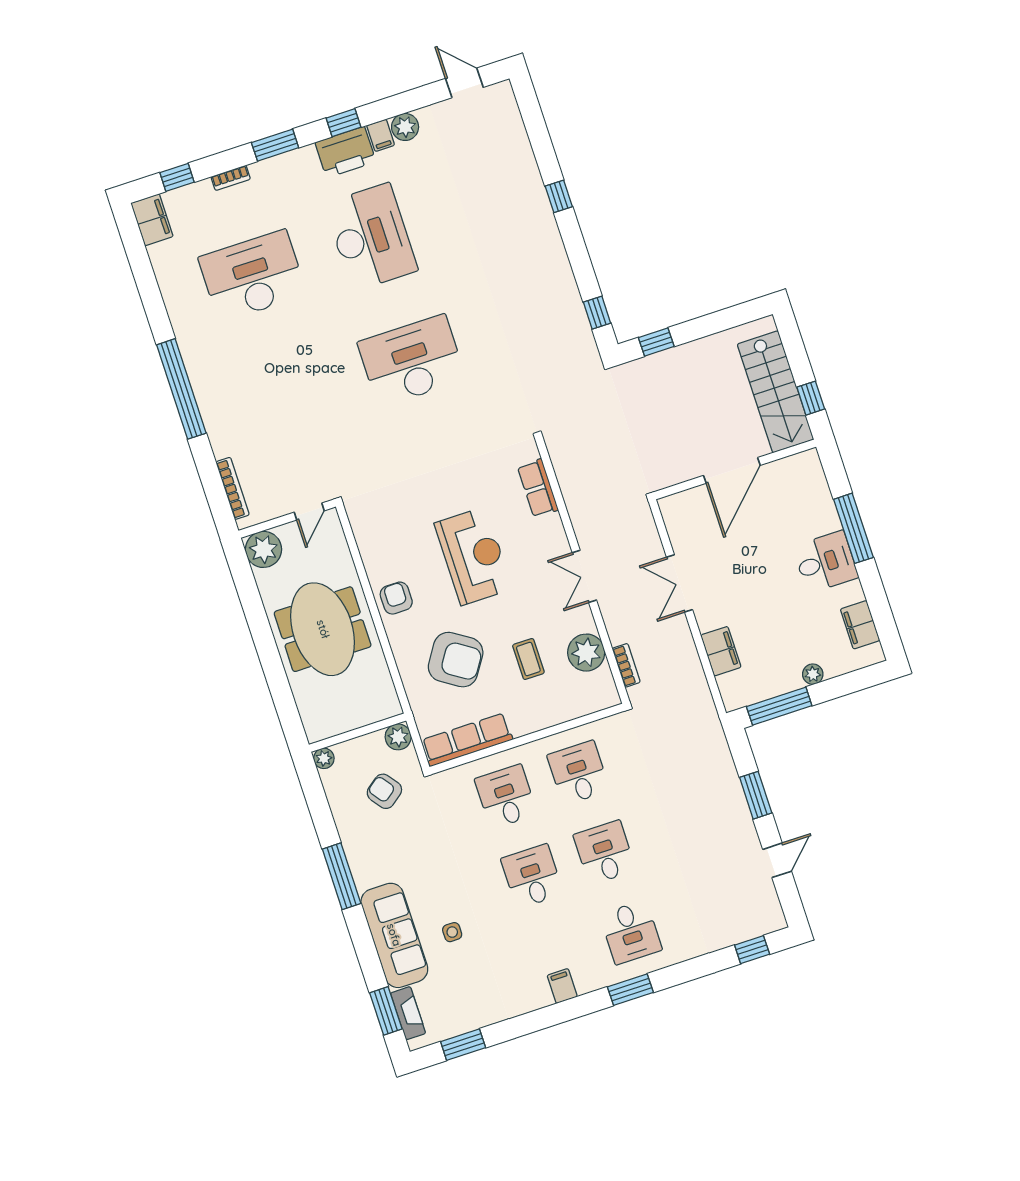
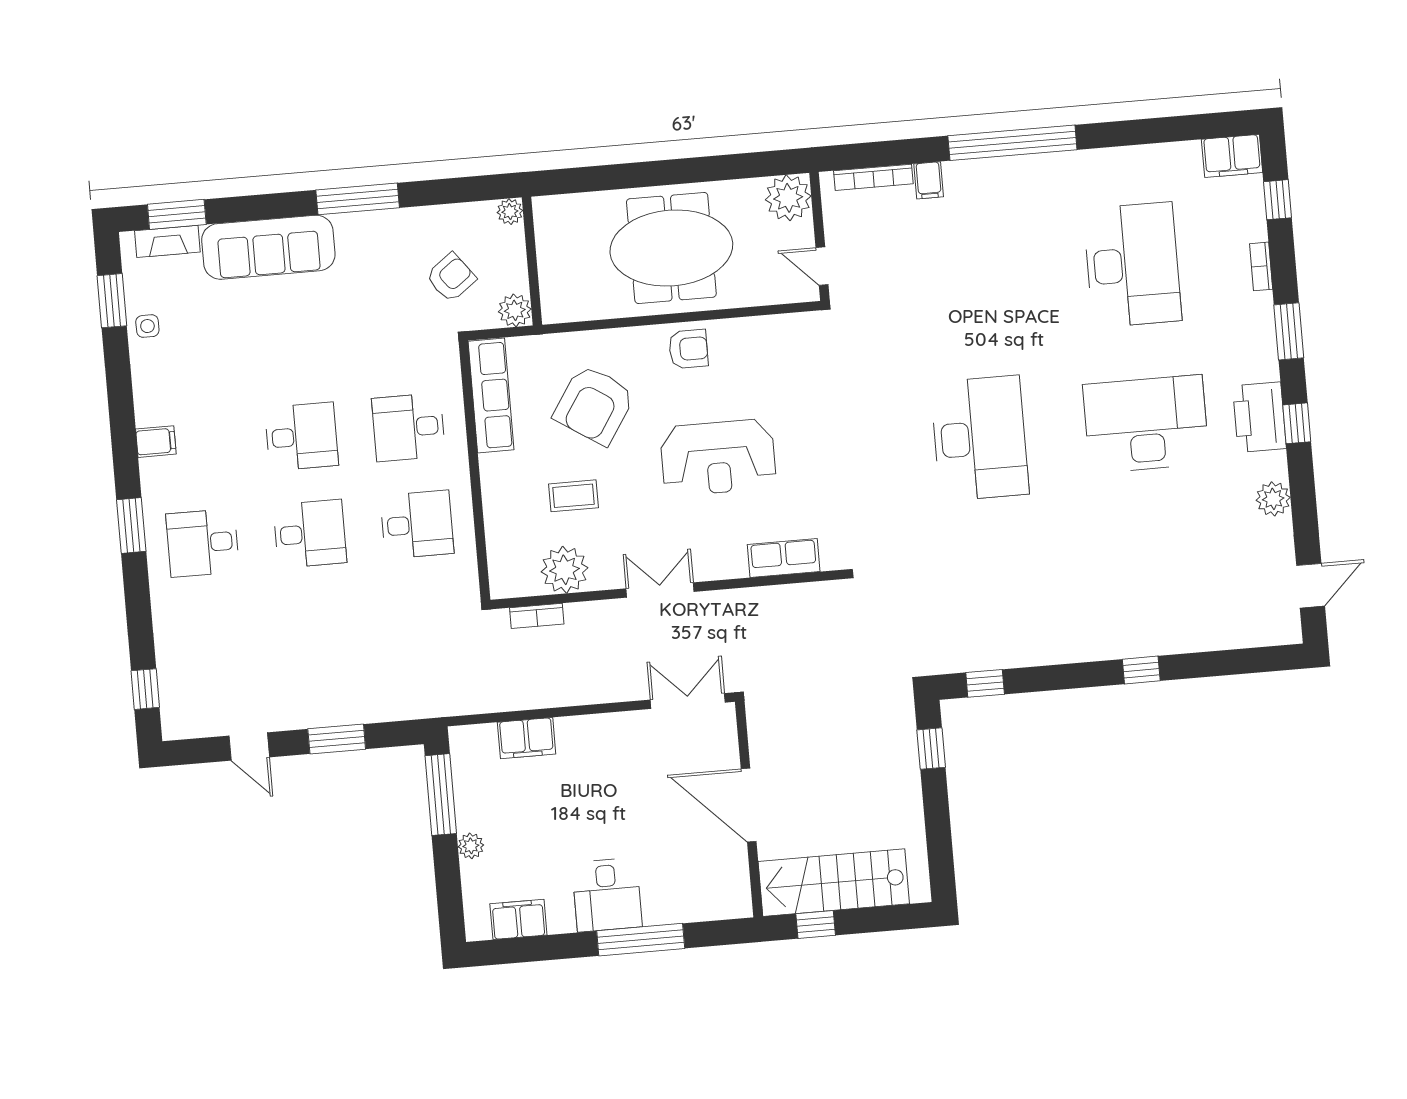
filing cabinet: (381, 135) -> (929, 180), moved, turned -90
desk: (371, 237) -> (1146, 424), turned 180
double door: (680, 583) -> (688, 701), moved
desk: (506, 797) -> (409, 427), turned 180
side table: (452, 932) -> (147, 326), moved

